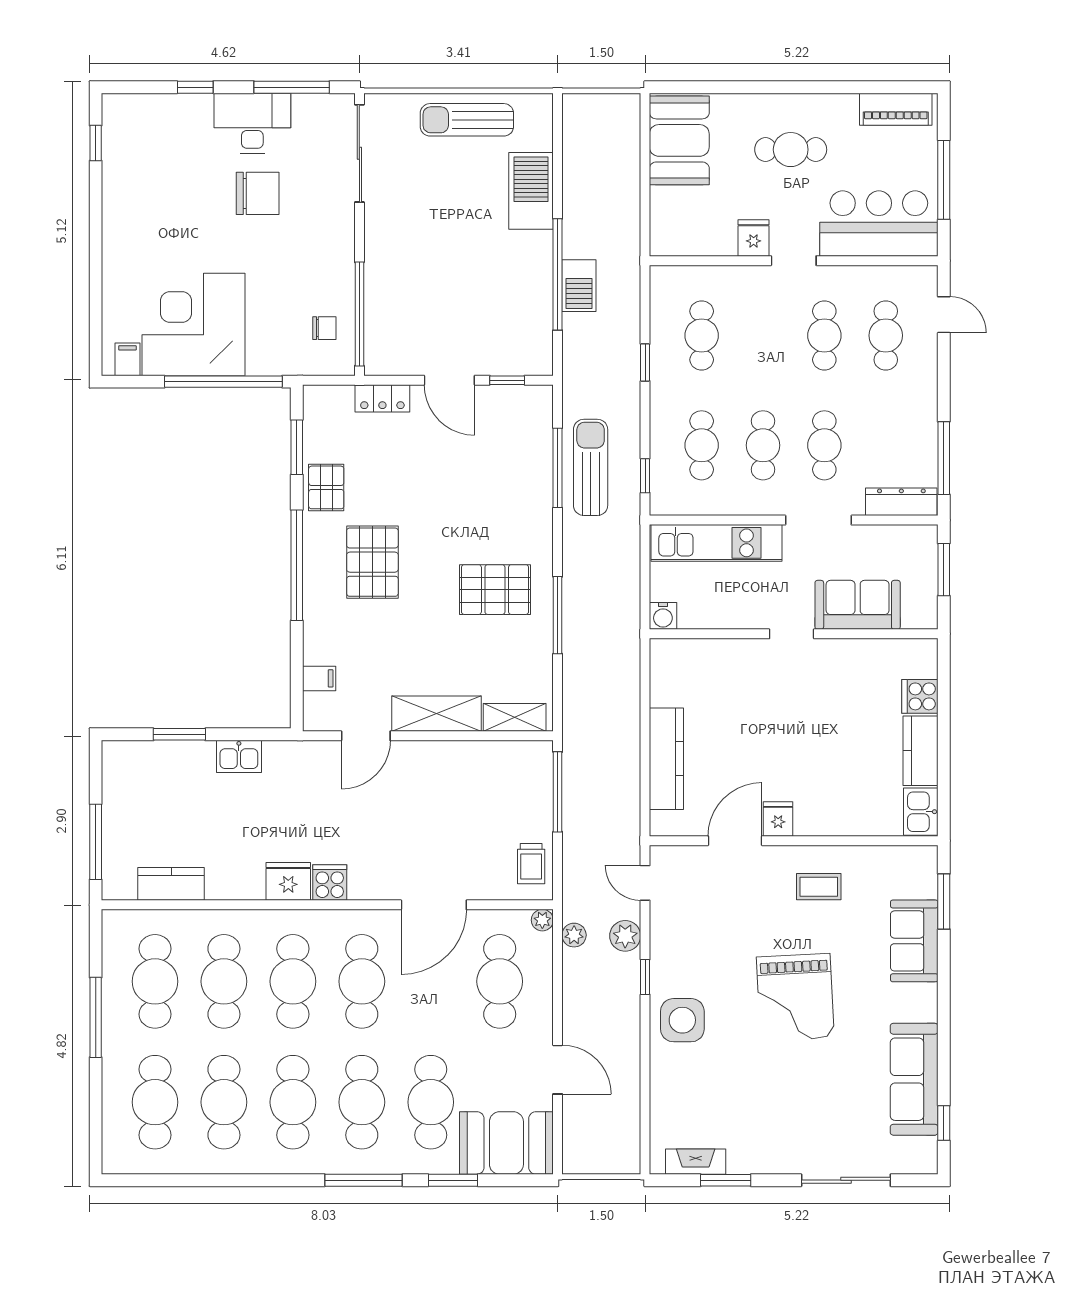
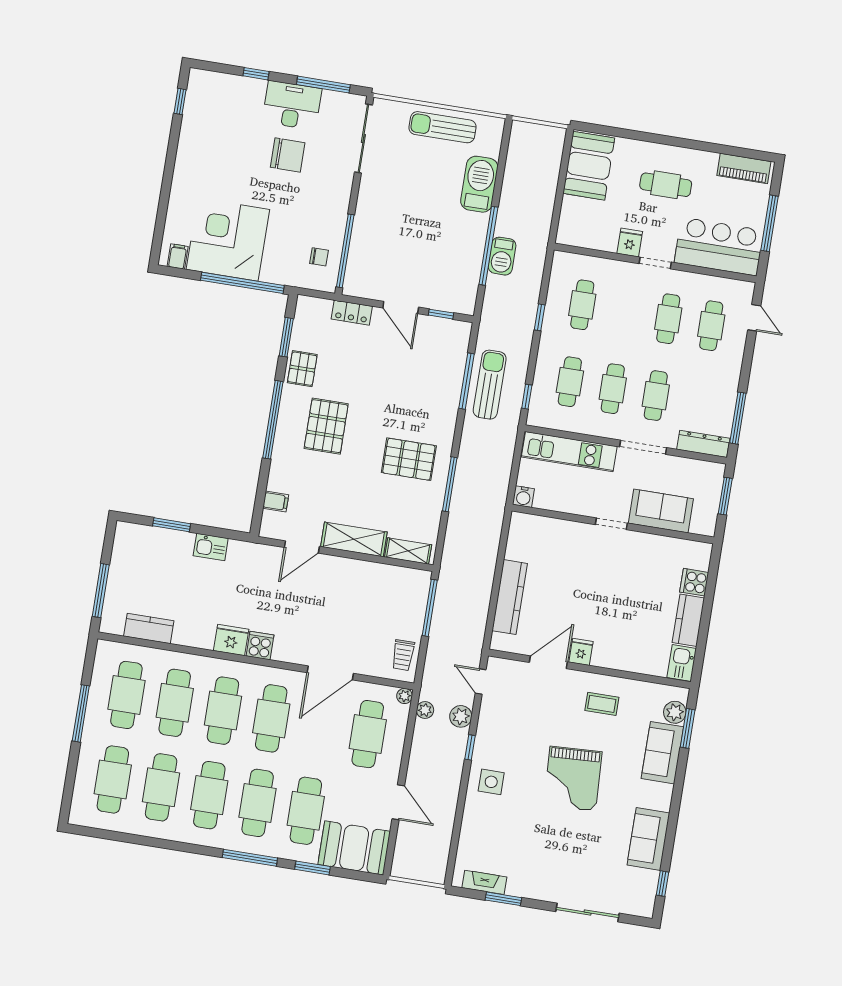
plant: (922, 882) -> (675, 712), added
side table: (682, 1020) -> (491, 782), width x0.73, depth x0.73
sofa: (914, 1079) -> (648, 839), width x0.73

